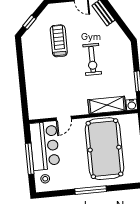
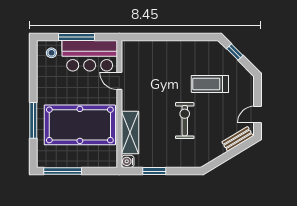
treadmill: (59, 41) -> (210, 84), turned 180
exercise bike: (92, 59) -> (185, 121), turned 90
window: (91, 190) -> (33, 120), moved

